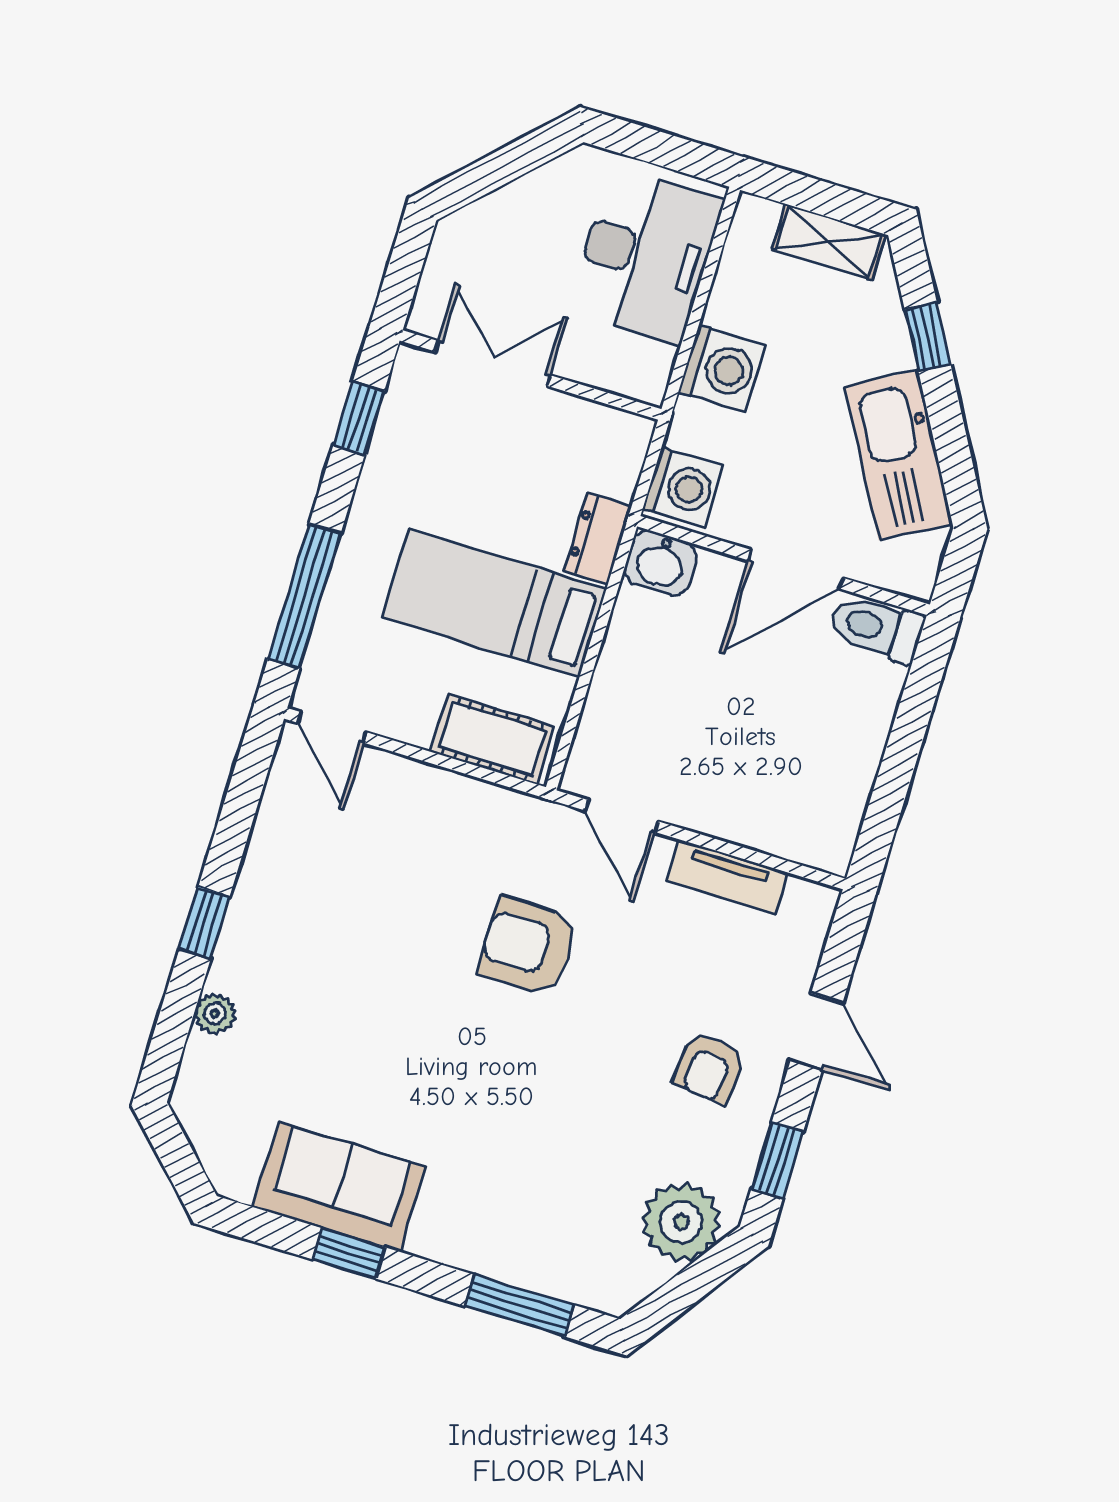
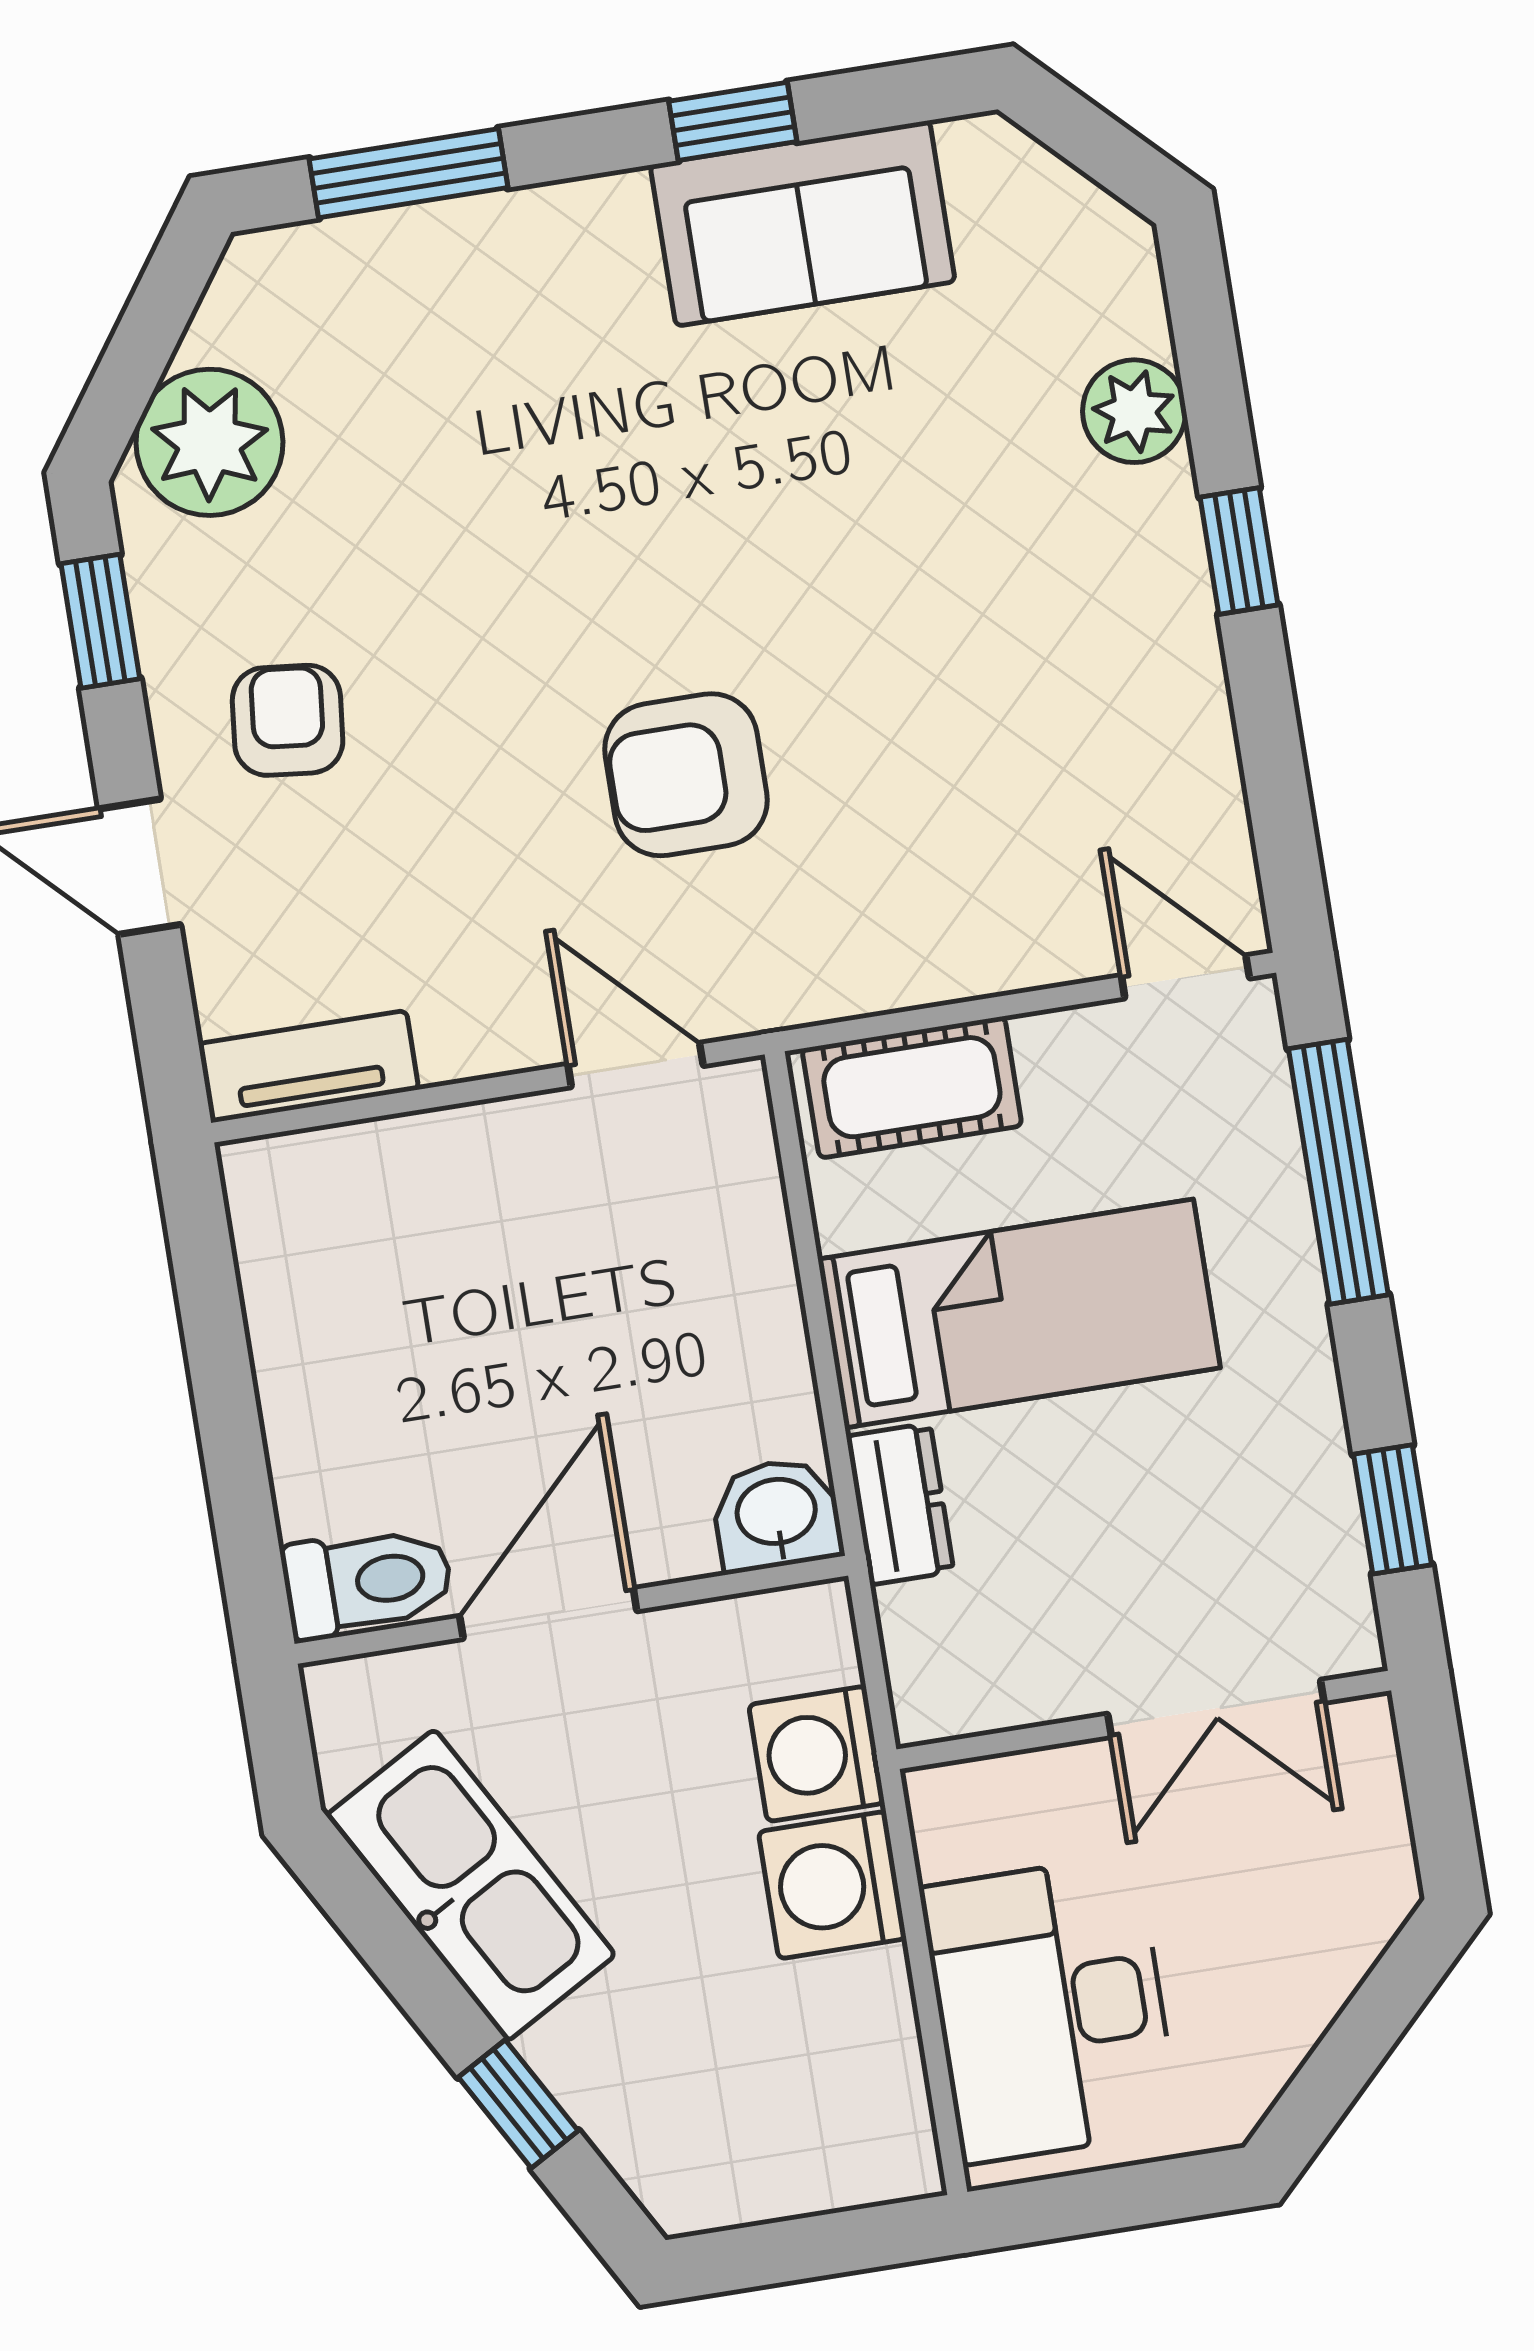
shelving: (829, 242) -> (758, 2181), removed
washing machine: (683, 488) -> (817, 1754), moved
tv unit: (727, 877) -> (309, 1067), moved
armchair: (528, 946) -> (686, 775), turned 180
plant: (215, 1014) -> (1134, 411), width x1.38, depth x1.38

